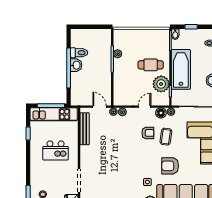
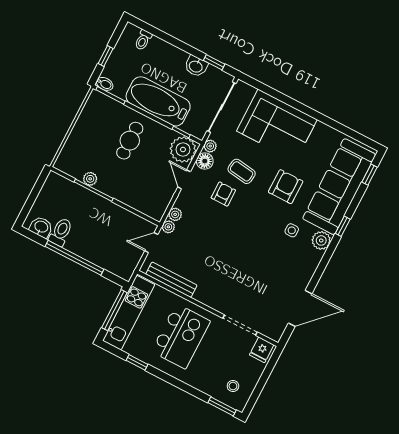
washbasin: (76, 65) -> (41, 227), moved
plant: (161, 84) -> (183, 149), moved
kitchen island: (56, 151) -> (181, 336), width x1.37, depth x1.28
armchair: (170, 166) -> (286, 187), turned 180

